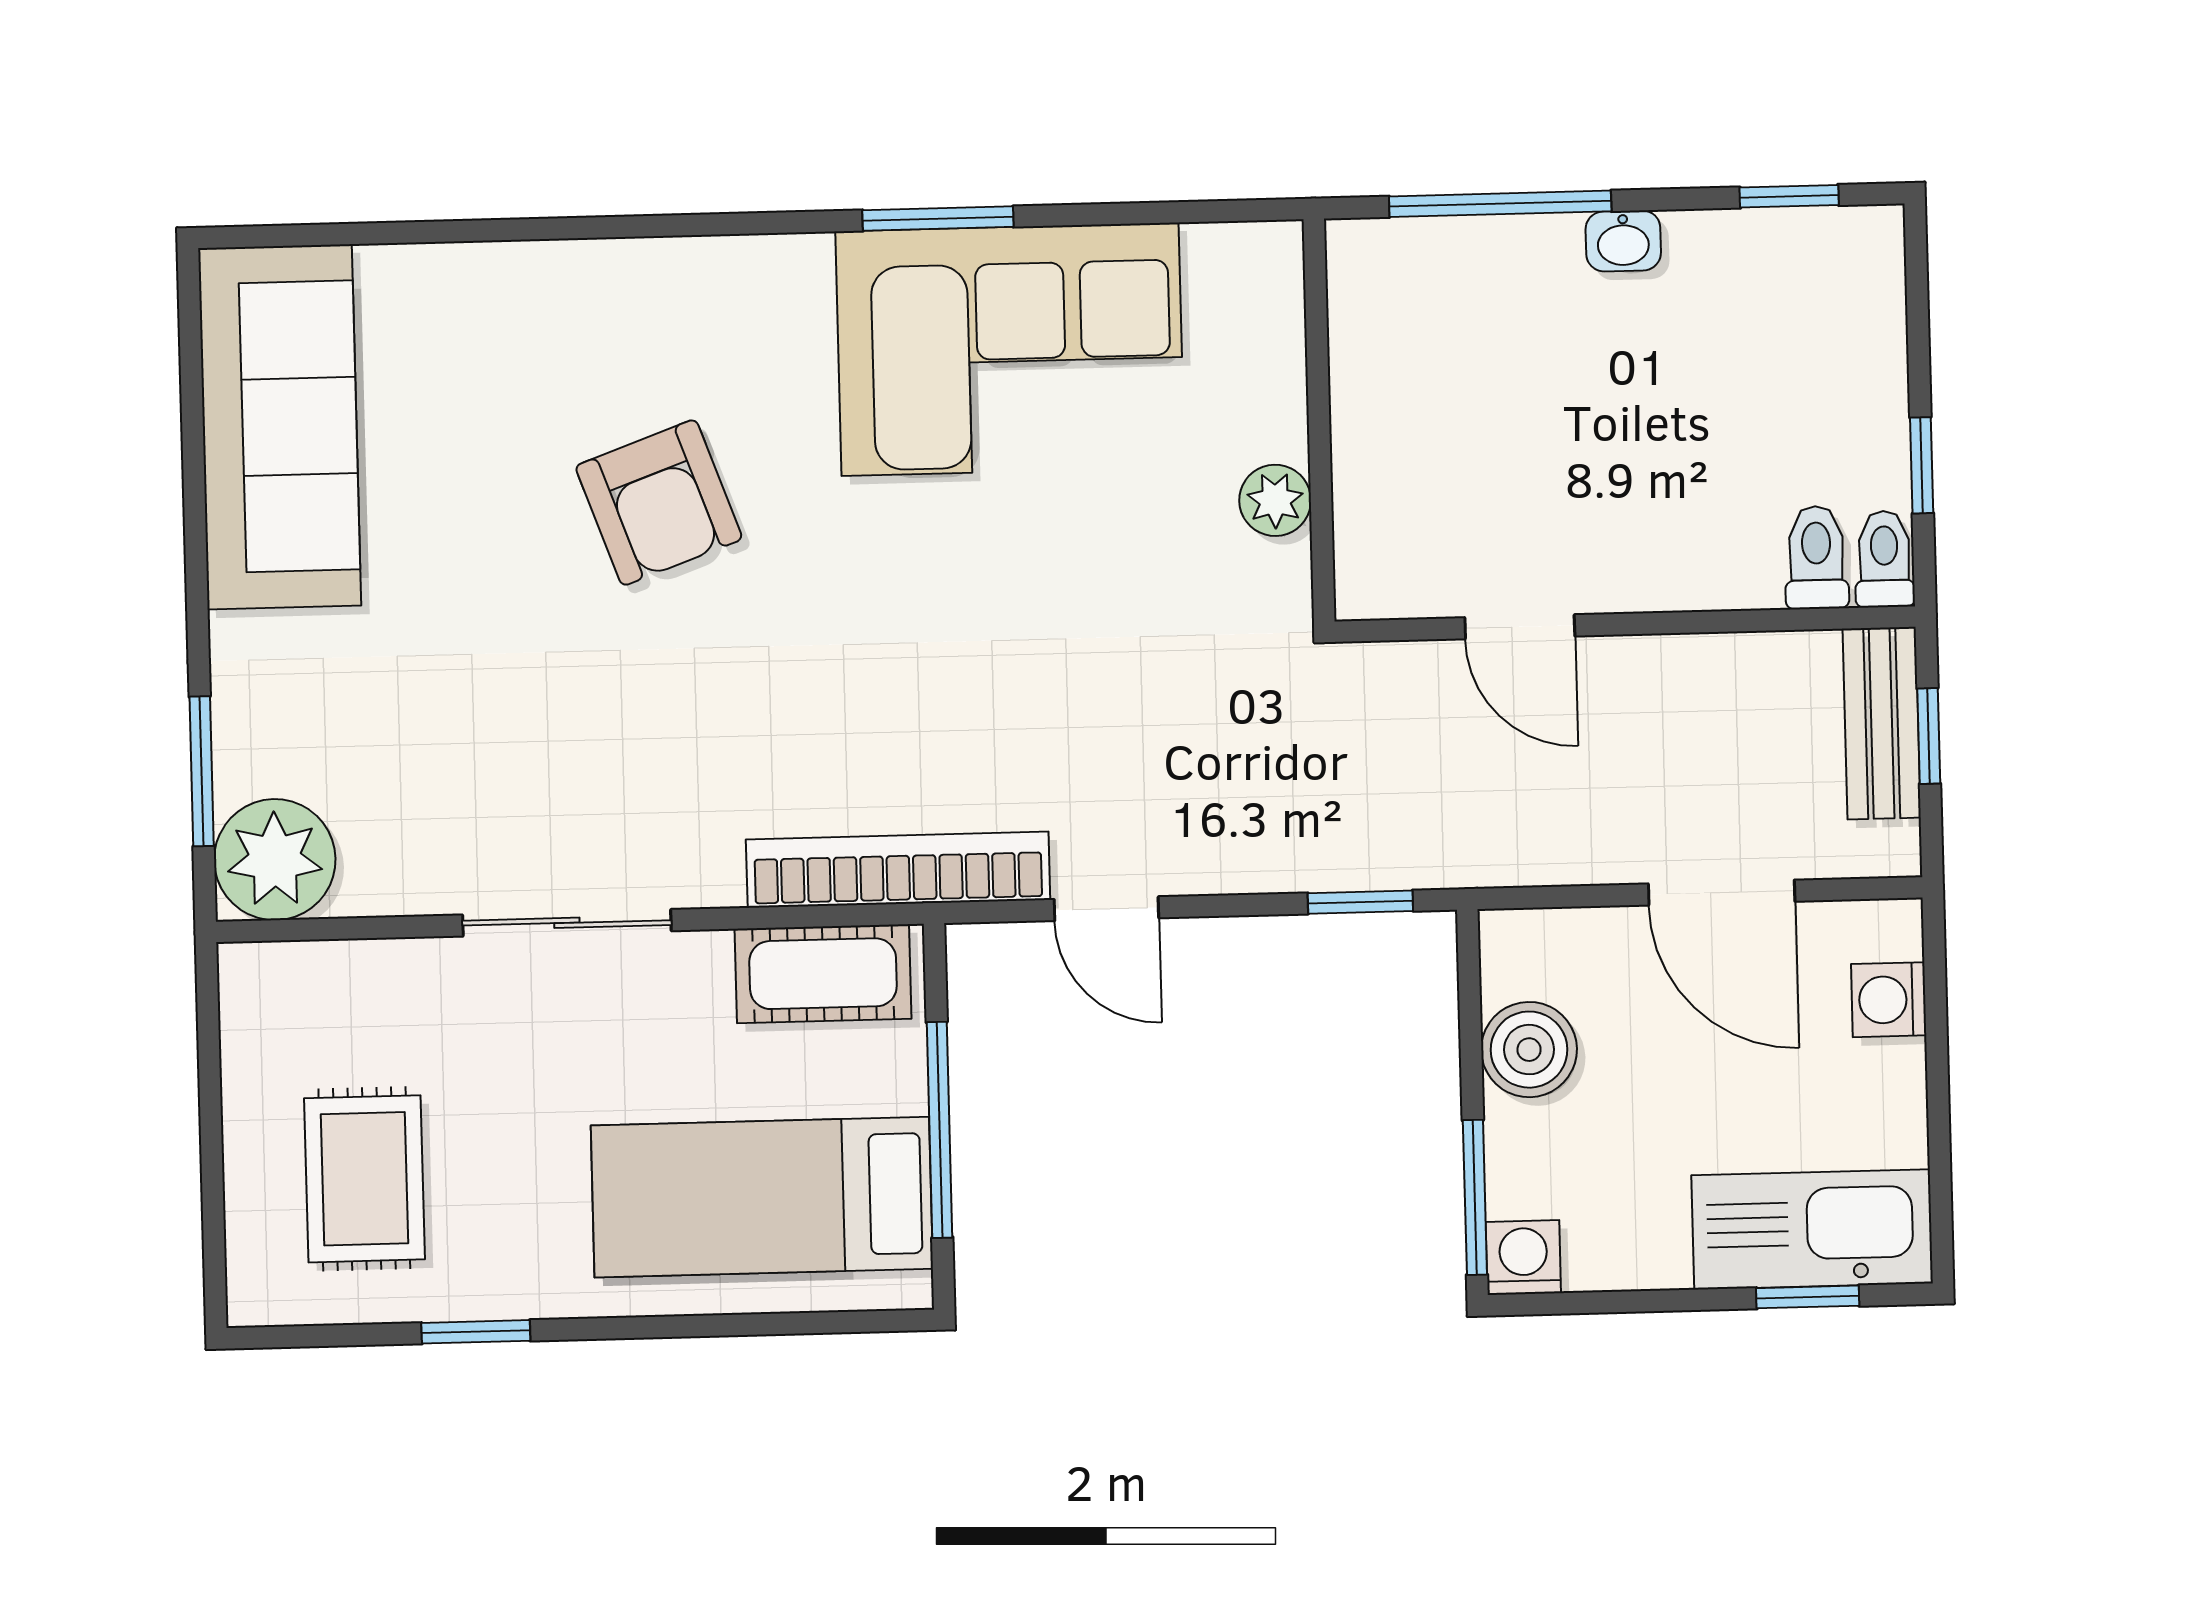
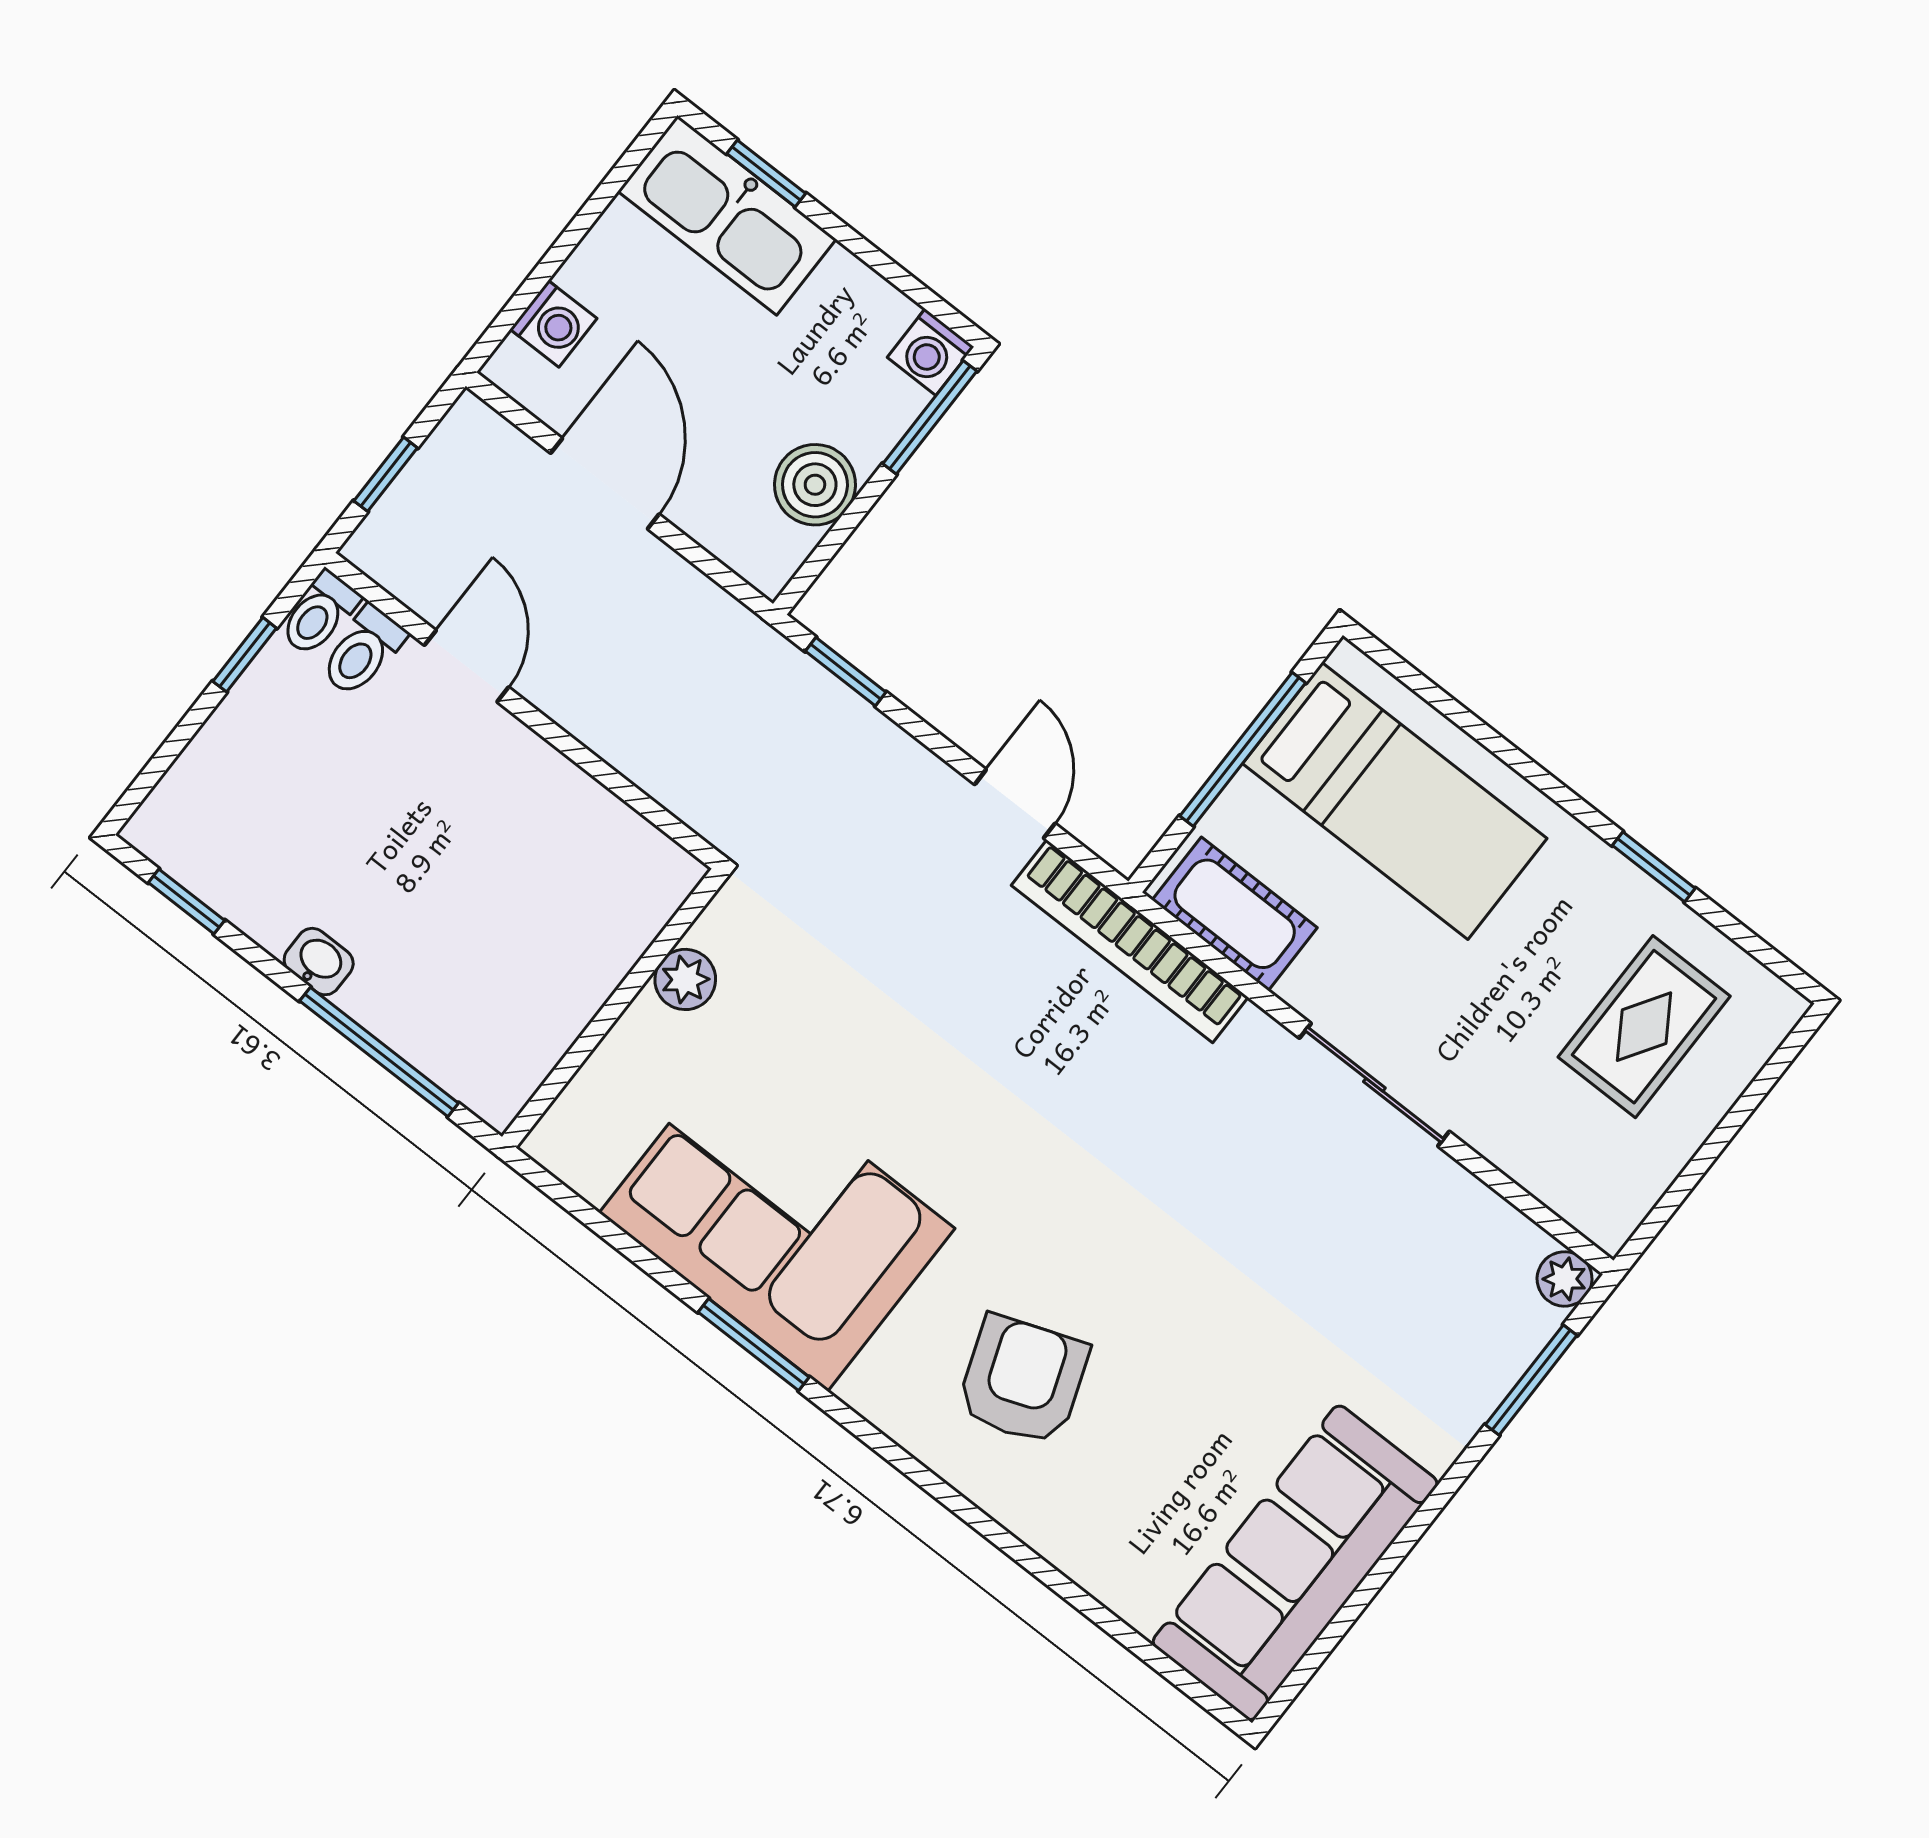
armchair: (659, 503) -> (1023, 1380), moved
door: (1520, 627) -> (467, 666), moved
bench: (1882, 723) -> (409, 508), removed
plant: (275, 860) -> (1565, 1279), width x0.53, depth x0.53

